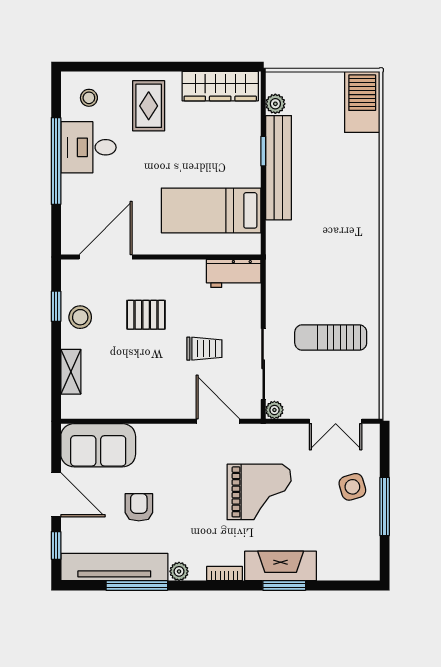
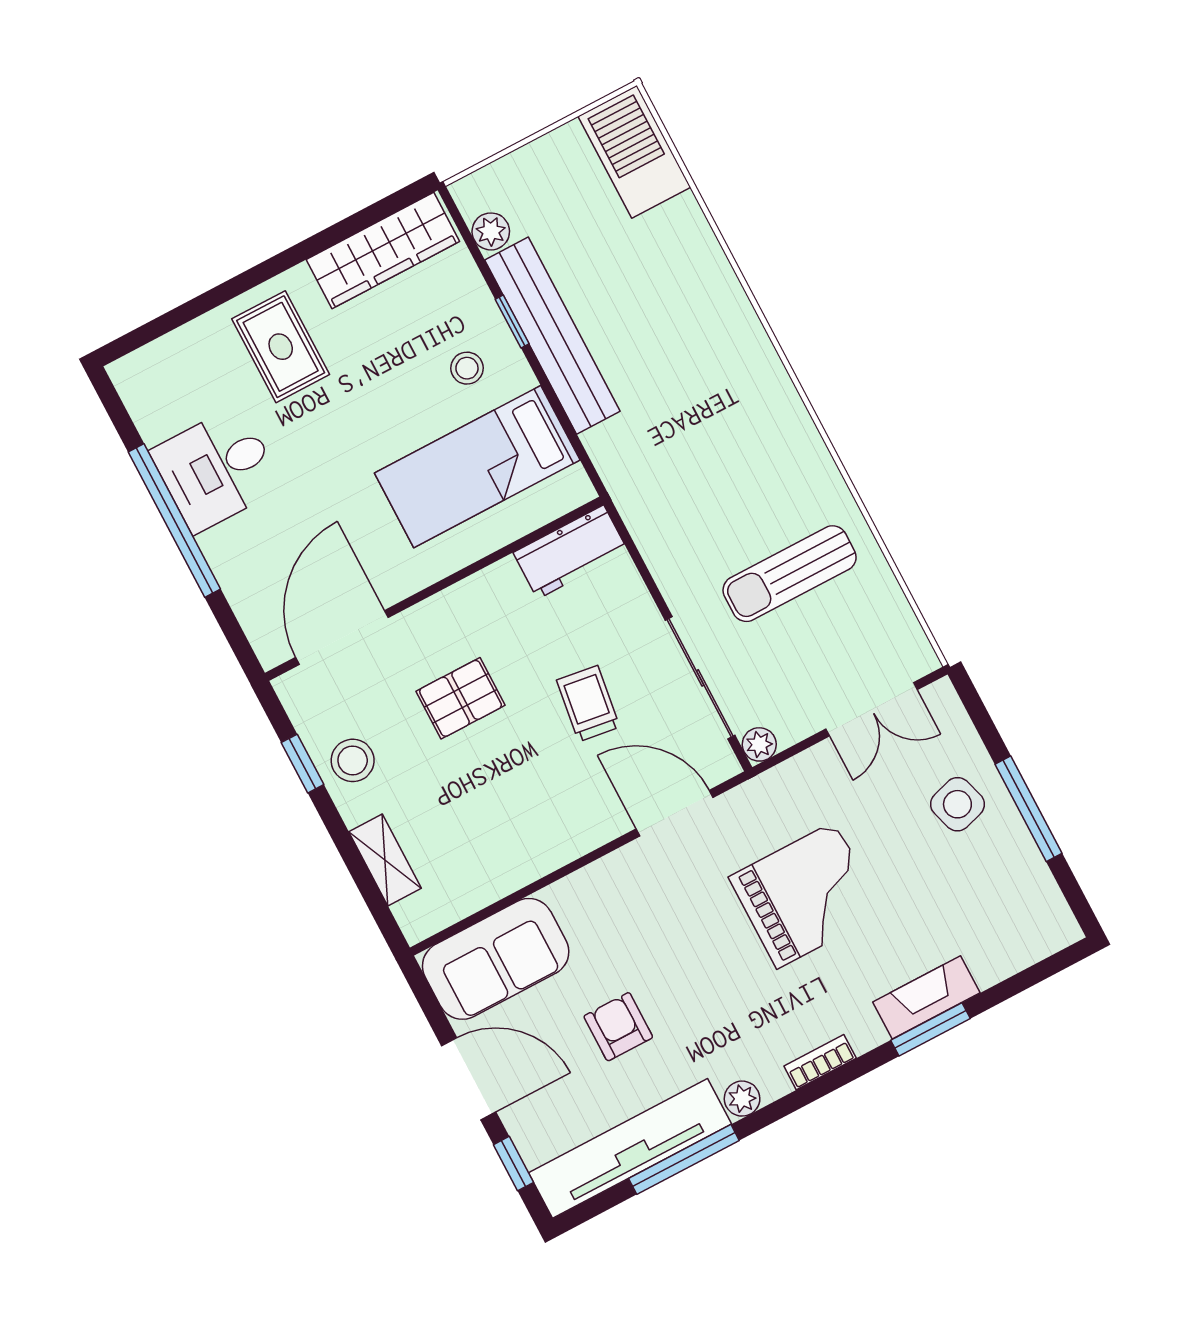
stool: (89, 98) -> (467, 368), moved
trolley: (204, 349) -> (588, 704), turned -82
fireplace: (281, 566) -> (926, 997), width x0.73, depth x0.76

